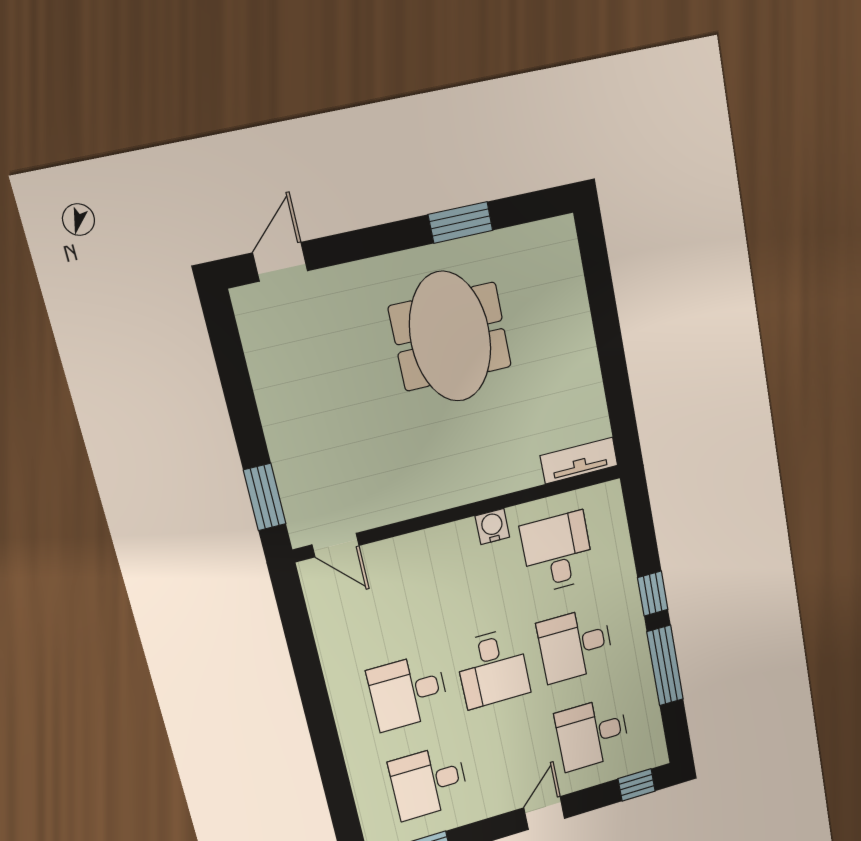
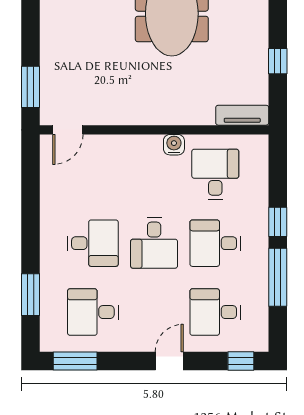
window: (614, 371) -> (278, 61), added
door: (336, 545) -> (68, 130), hinge flipped
desk: (408, 692) -> (93, 243), turned 180
window: (337, 785) -> (30, 295), added

